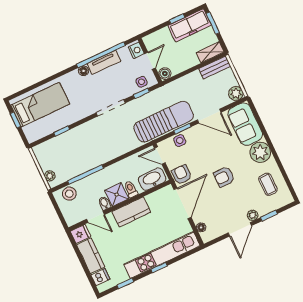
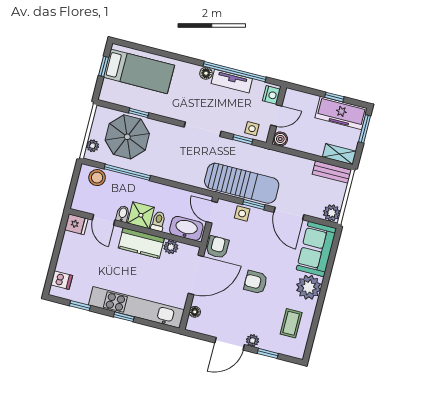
parasol: (67, 152) -> (127, 137), added
plant: (152, 199) -> (171, 247), added
kitchen counter: (91, 256) -> (69, 253), removed

